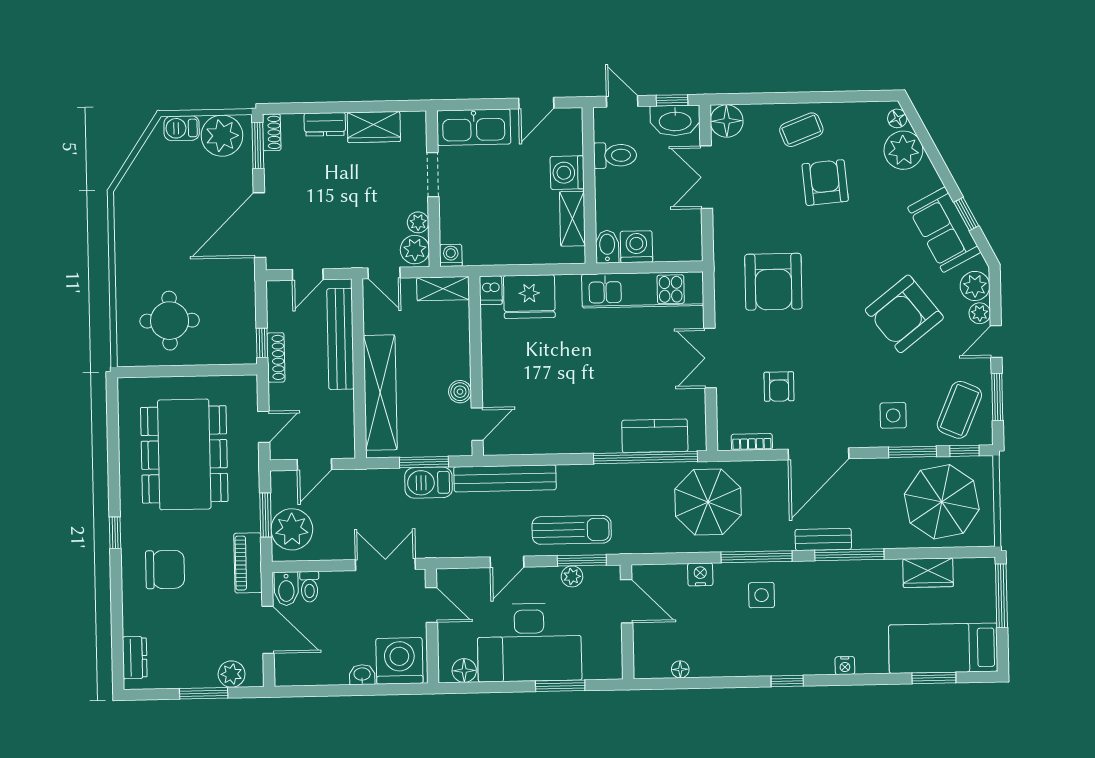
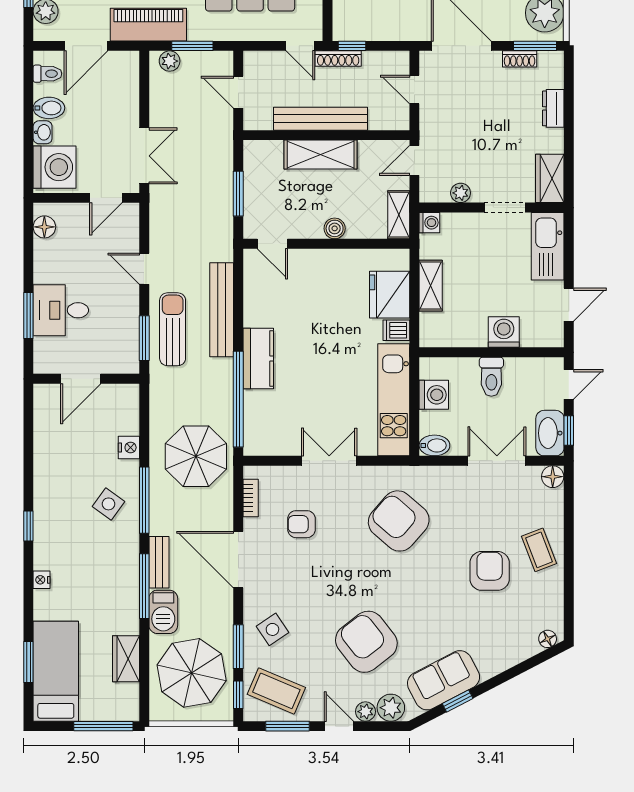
door: (536, 103) -> (569, 305), swing flipped
floor lamp: (727, 121) -> (553, 477), width x0.73, depth x0.73
wardrobe: (374, 127) -> (550, 178), moved
shoe rack: (272, 132) -> (520, 59), moved
plant: (903, 150) -> (518, 644), removed
toilet: (615, 155) -> (491, 377), moved
armchair: (825, 183) -> (490, 571), turned -85
shelving: (572, 219) -> (431, 286), moved, turned 90
bidet: (607, 247) -> (434, 445), moved
plant: (415, 250) -> (435, 189), removed
armchair: (773, 282) -> (399, 521), turned 41
dishwasher: (491, 290) -> (396, 330), moved
bench: (340, 339) -> (320, 119), moved
boiler: (460, 392) -> (335, 228), moved
shelving: (380, 393) -> (321, 155), width x0.68
side table: (893, 415) -> (272, 629), turned -34
door: (264, 427) -> (300, 46), moved
kitchen counter: (655, 436) -> (258, 358), moved
bench: (505, 478) -> (222, 310), moved
barbecue: (428, 483) -> (163, 612), moved, turned 180
plant: (292, 529) -> (170, 61), width x0.53, depth x0.53
sun lounger: (572, 530) -> (173, 329), turned 180
piano: (248, 563) -> (148, 25), width x1.37, depth x1.33
plant: (572, 576) -> (129, 329), removed
toilet: (309, 587) -> (47, 74), moved, turned 180
bidet: (286, 589) -> (49, 108), moved, turned 180
side table: (762, 595) -> (108, 504), turned 36
door: (627, 601) -> (81, 379), moved
desk: (529, 643) -> (61, 310), width x0.53, depth x0.77
floor lamp: (680, 669) -> (41, 427), removed

